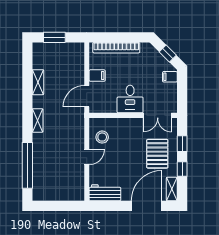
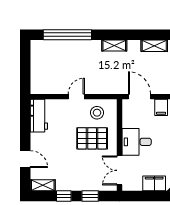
filing cabinet: (170, 77) -> (154, 183), width x2.00
pallet: (157, 154) -> (92, 138), moved
door: (87, 157) -> (76, 97), swing flipped
door: (147, 206) -> (25, 159), width x0.53

